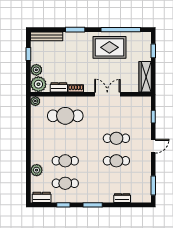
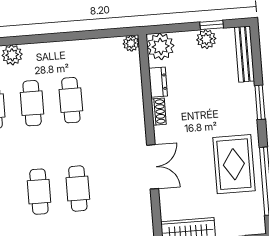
plant: (36, 70) -> (206, 39), moved
cafe table: (65, 116) -> (71, 100), moved, width x0.73, depth x0.74

